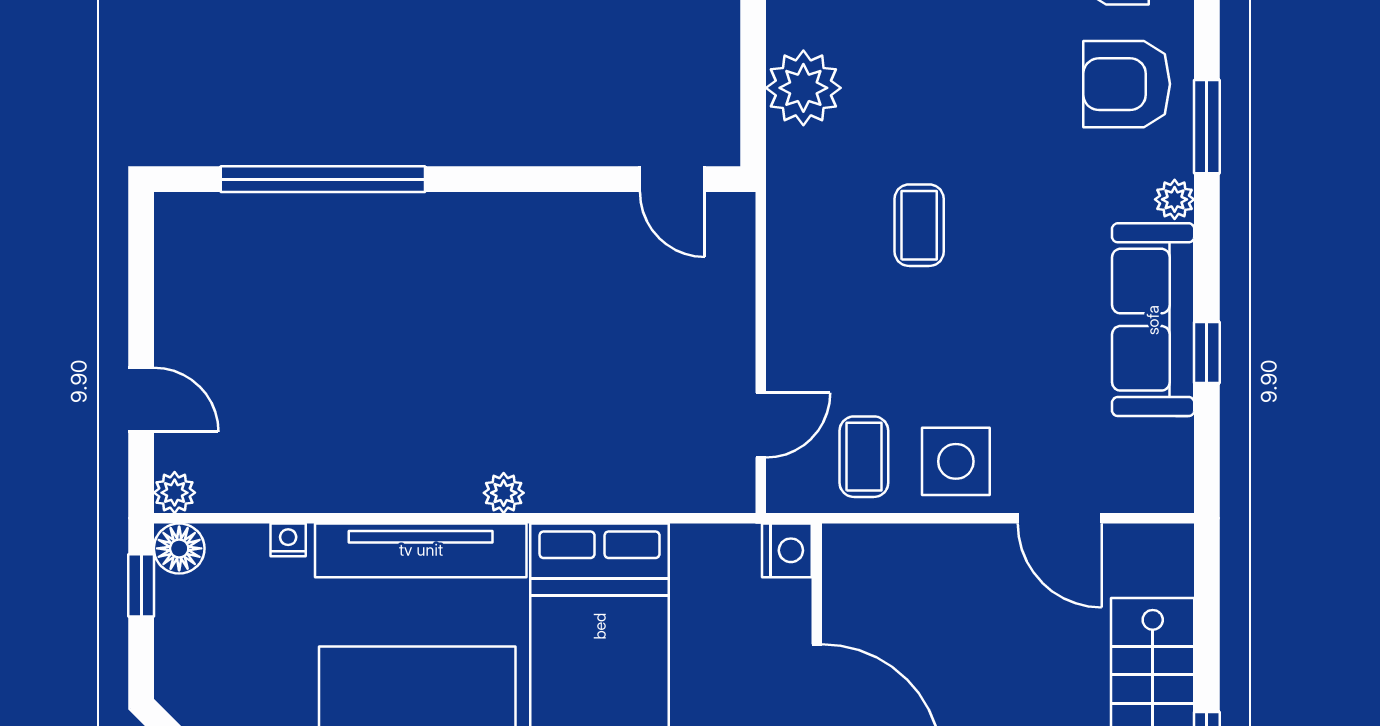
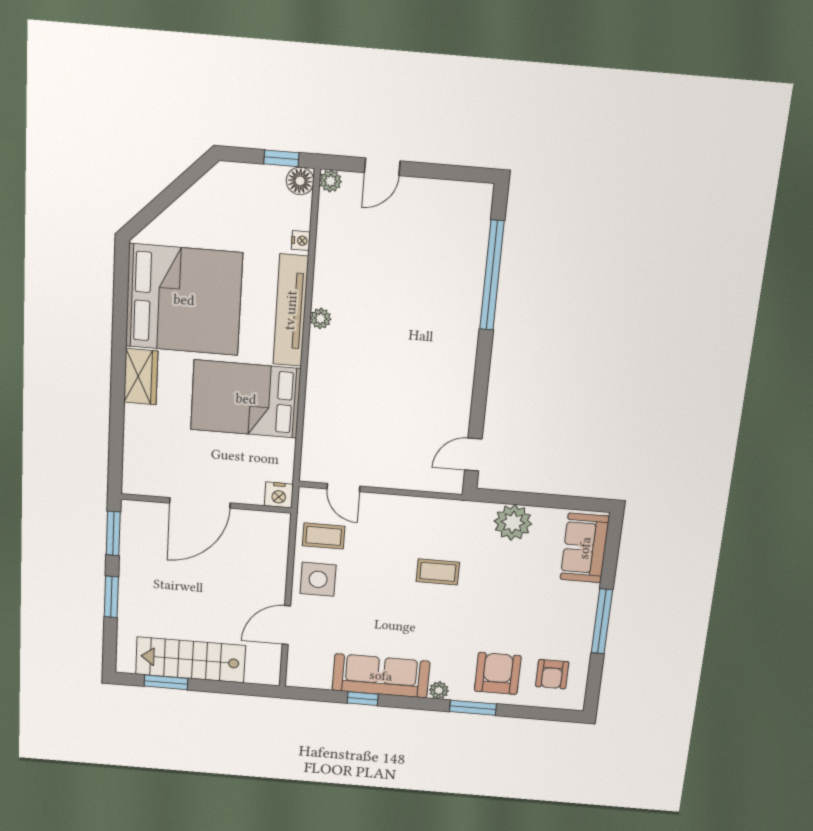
plant: (504, 493) -> (321, 318), moved

